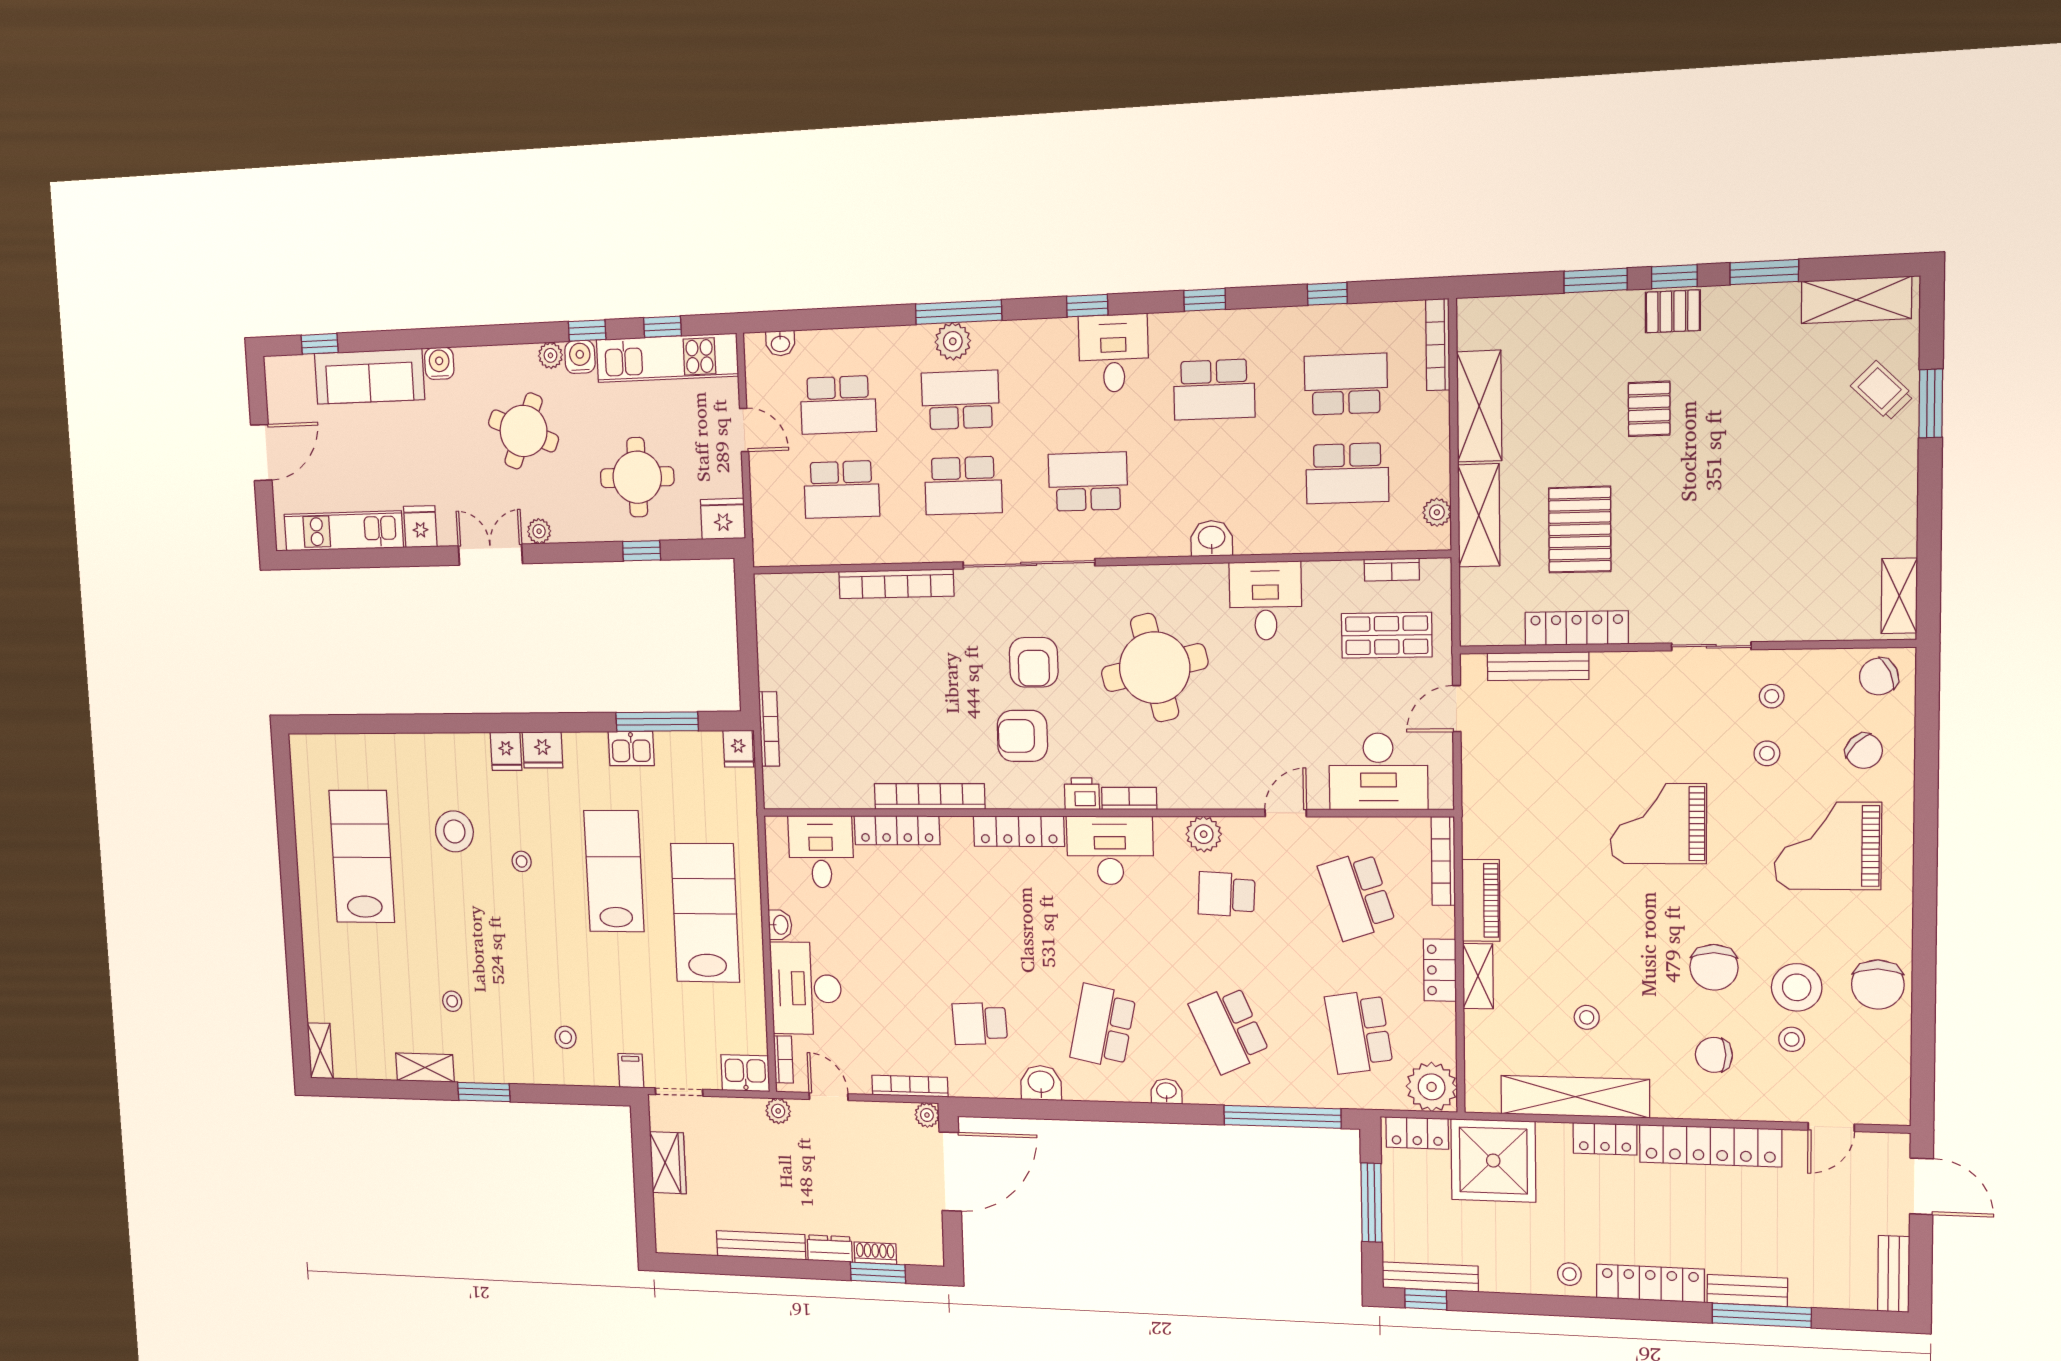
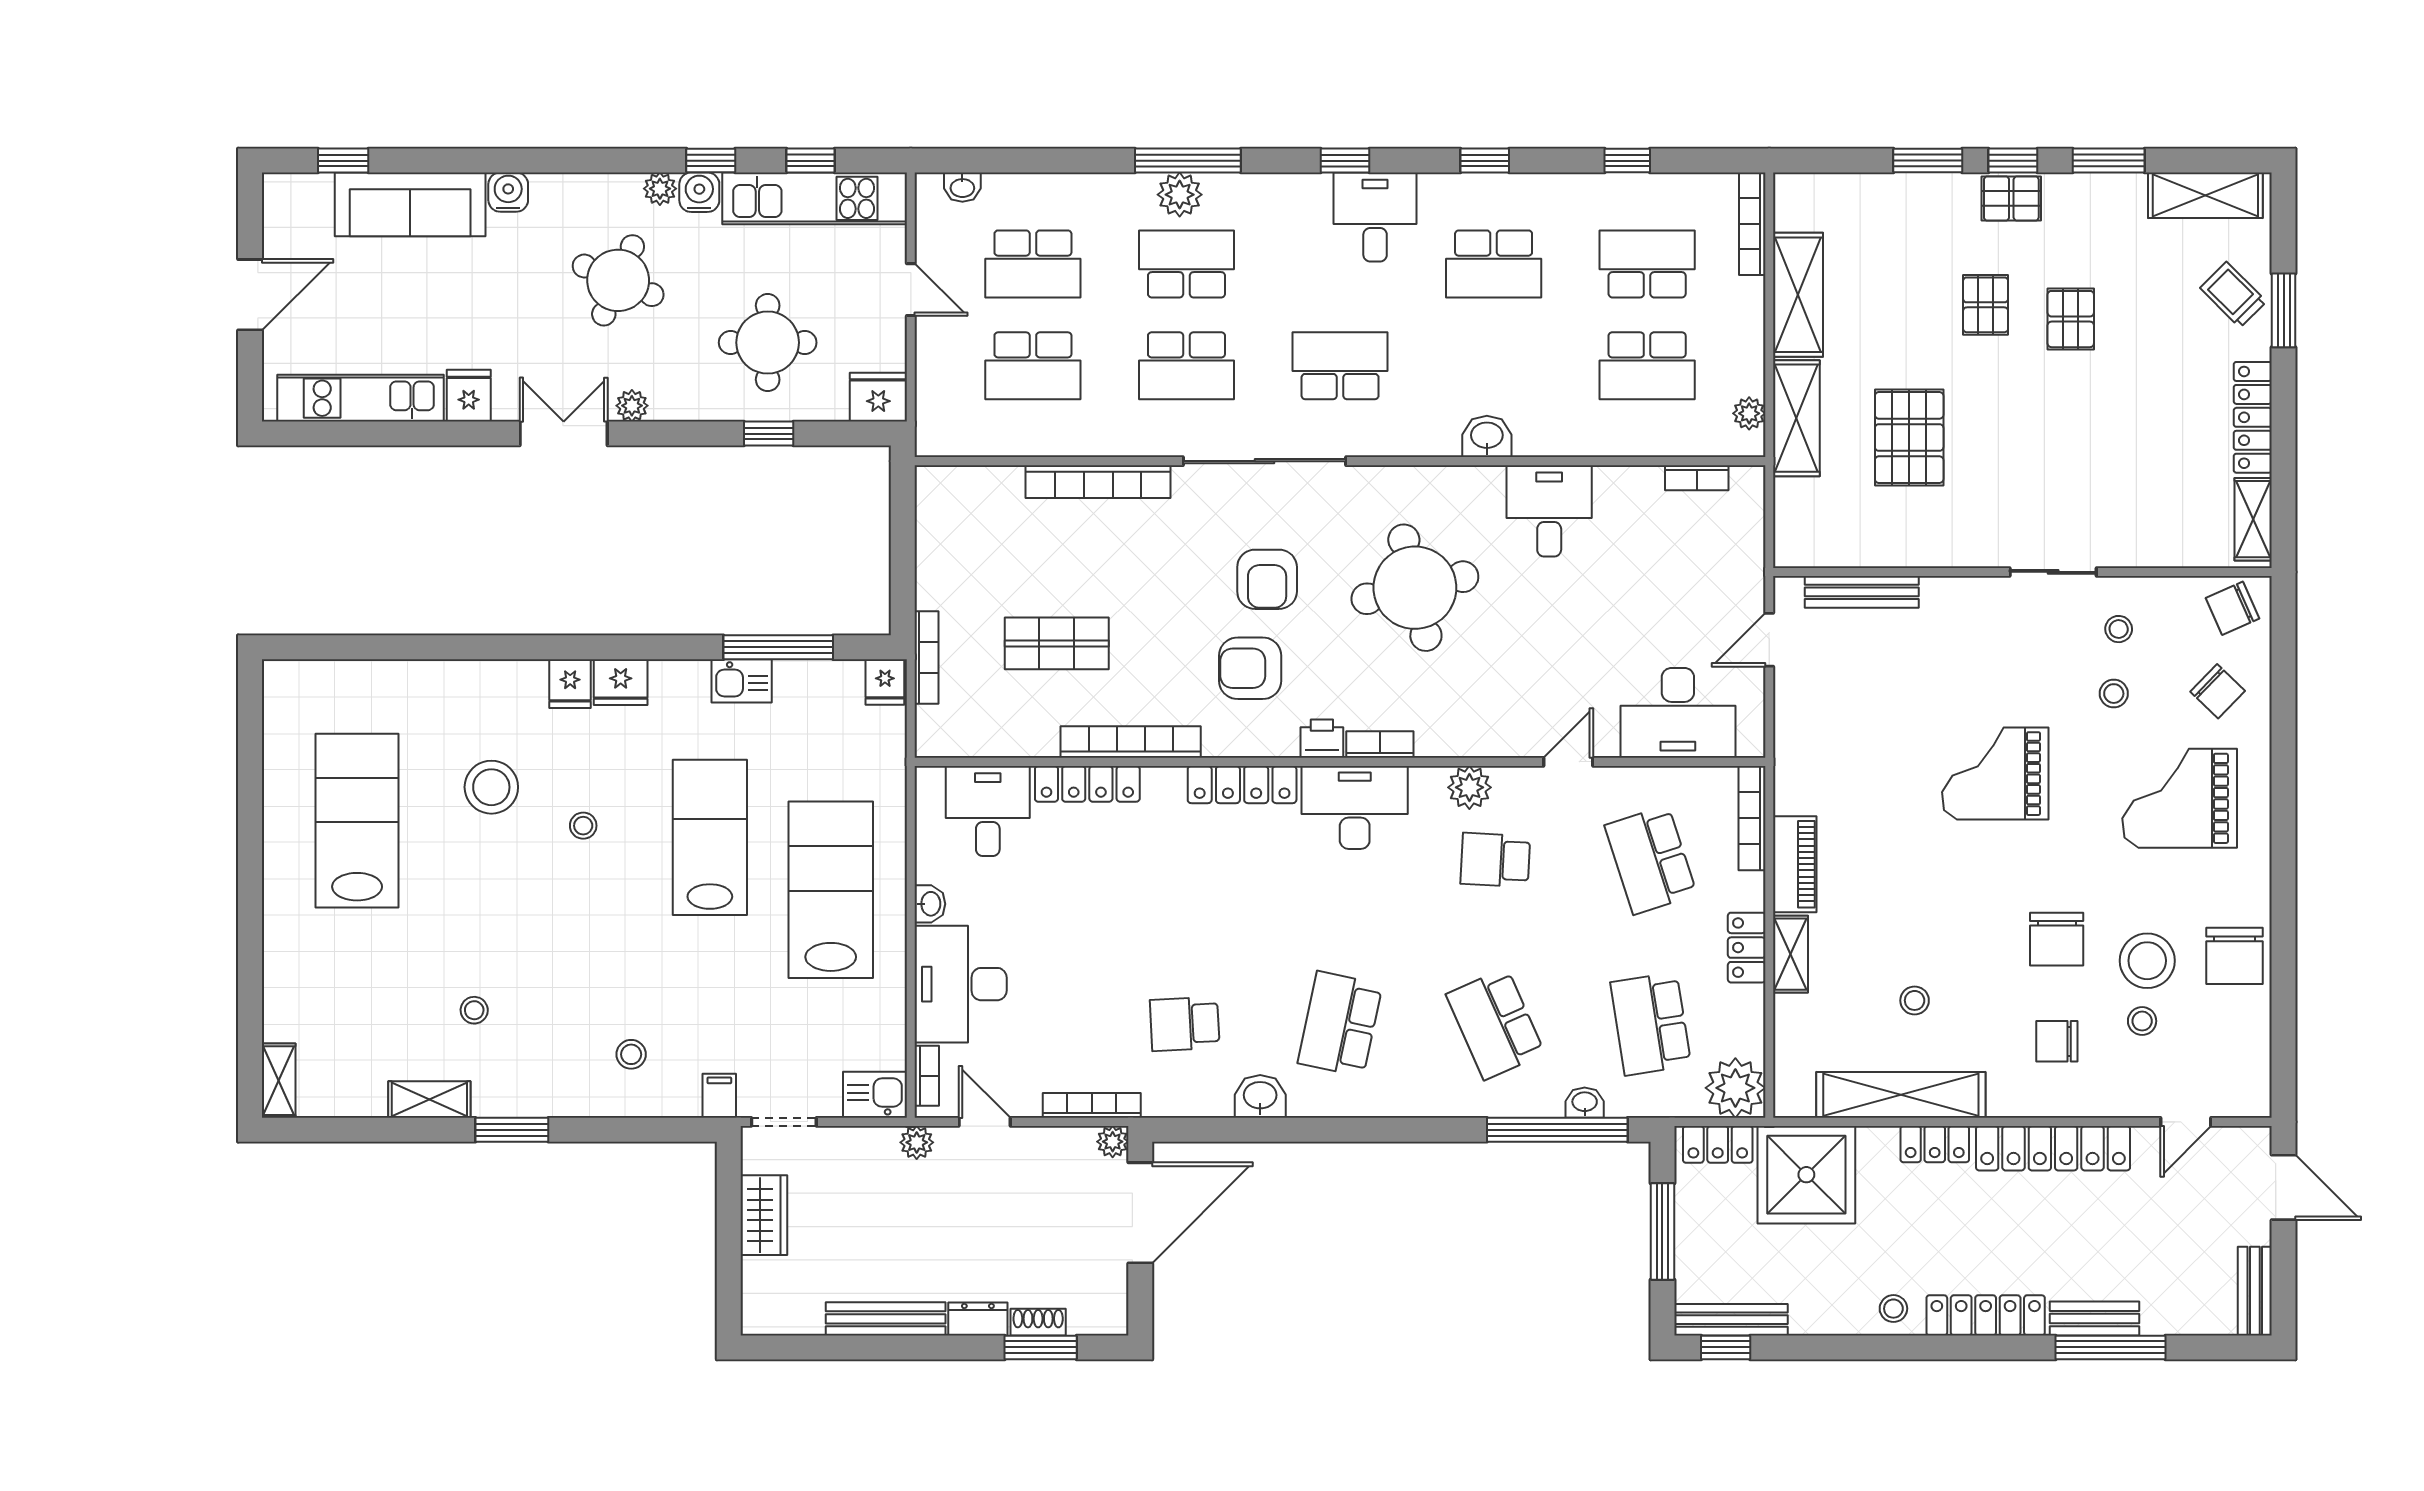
pallet: (1728, 419) -> (2071, 319), added
locker: (1577, 628) -> (2253, 417), moved, turned -90
shop shelf: (1387, 635) -> (1057, 643), moved
washbasin: (1166, 1091) -> (1585, 1103), moved

